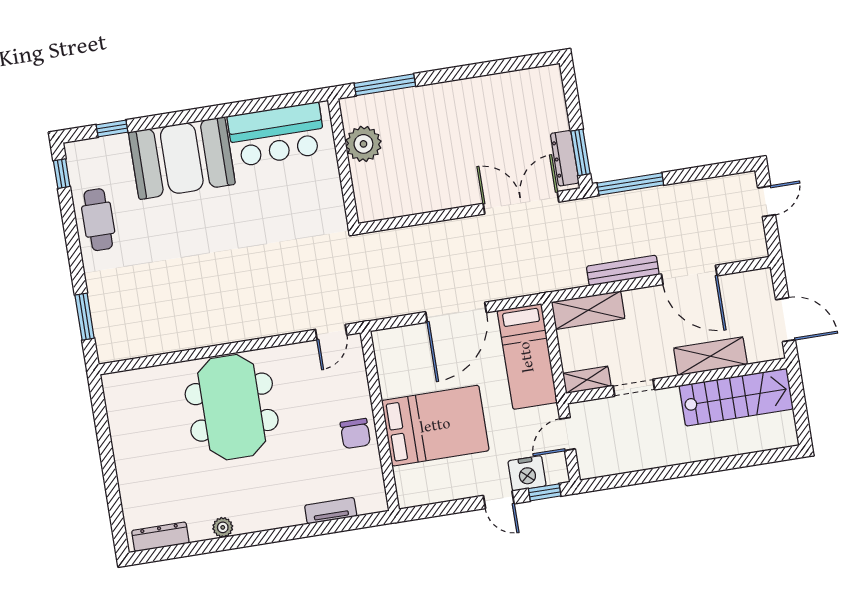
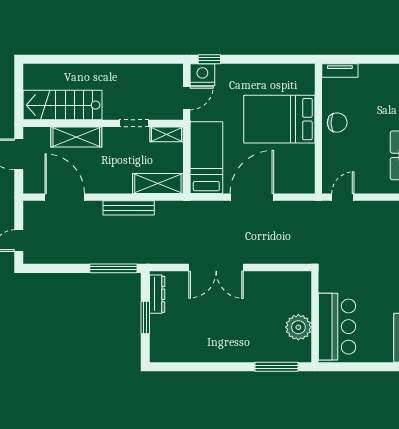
bar counter: (277, 135) -> (337, 327), moved, turned 90
window: (581, 152) -> (145, 318), moved
double door: (521, 203) -> (216, 268), moved
door: (689, 275) -> (65, 197), moved
chair: (355, 434) -> (337, 123), turned 90
nightstand: (527, 473) -> (202, 75), moved
door: (499, 500) -> (243, 59), removed
tv unit: (331, 511) -> (340, 71), moved

